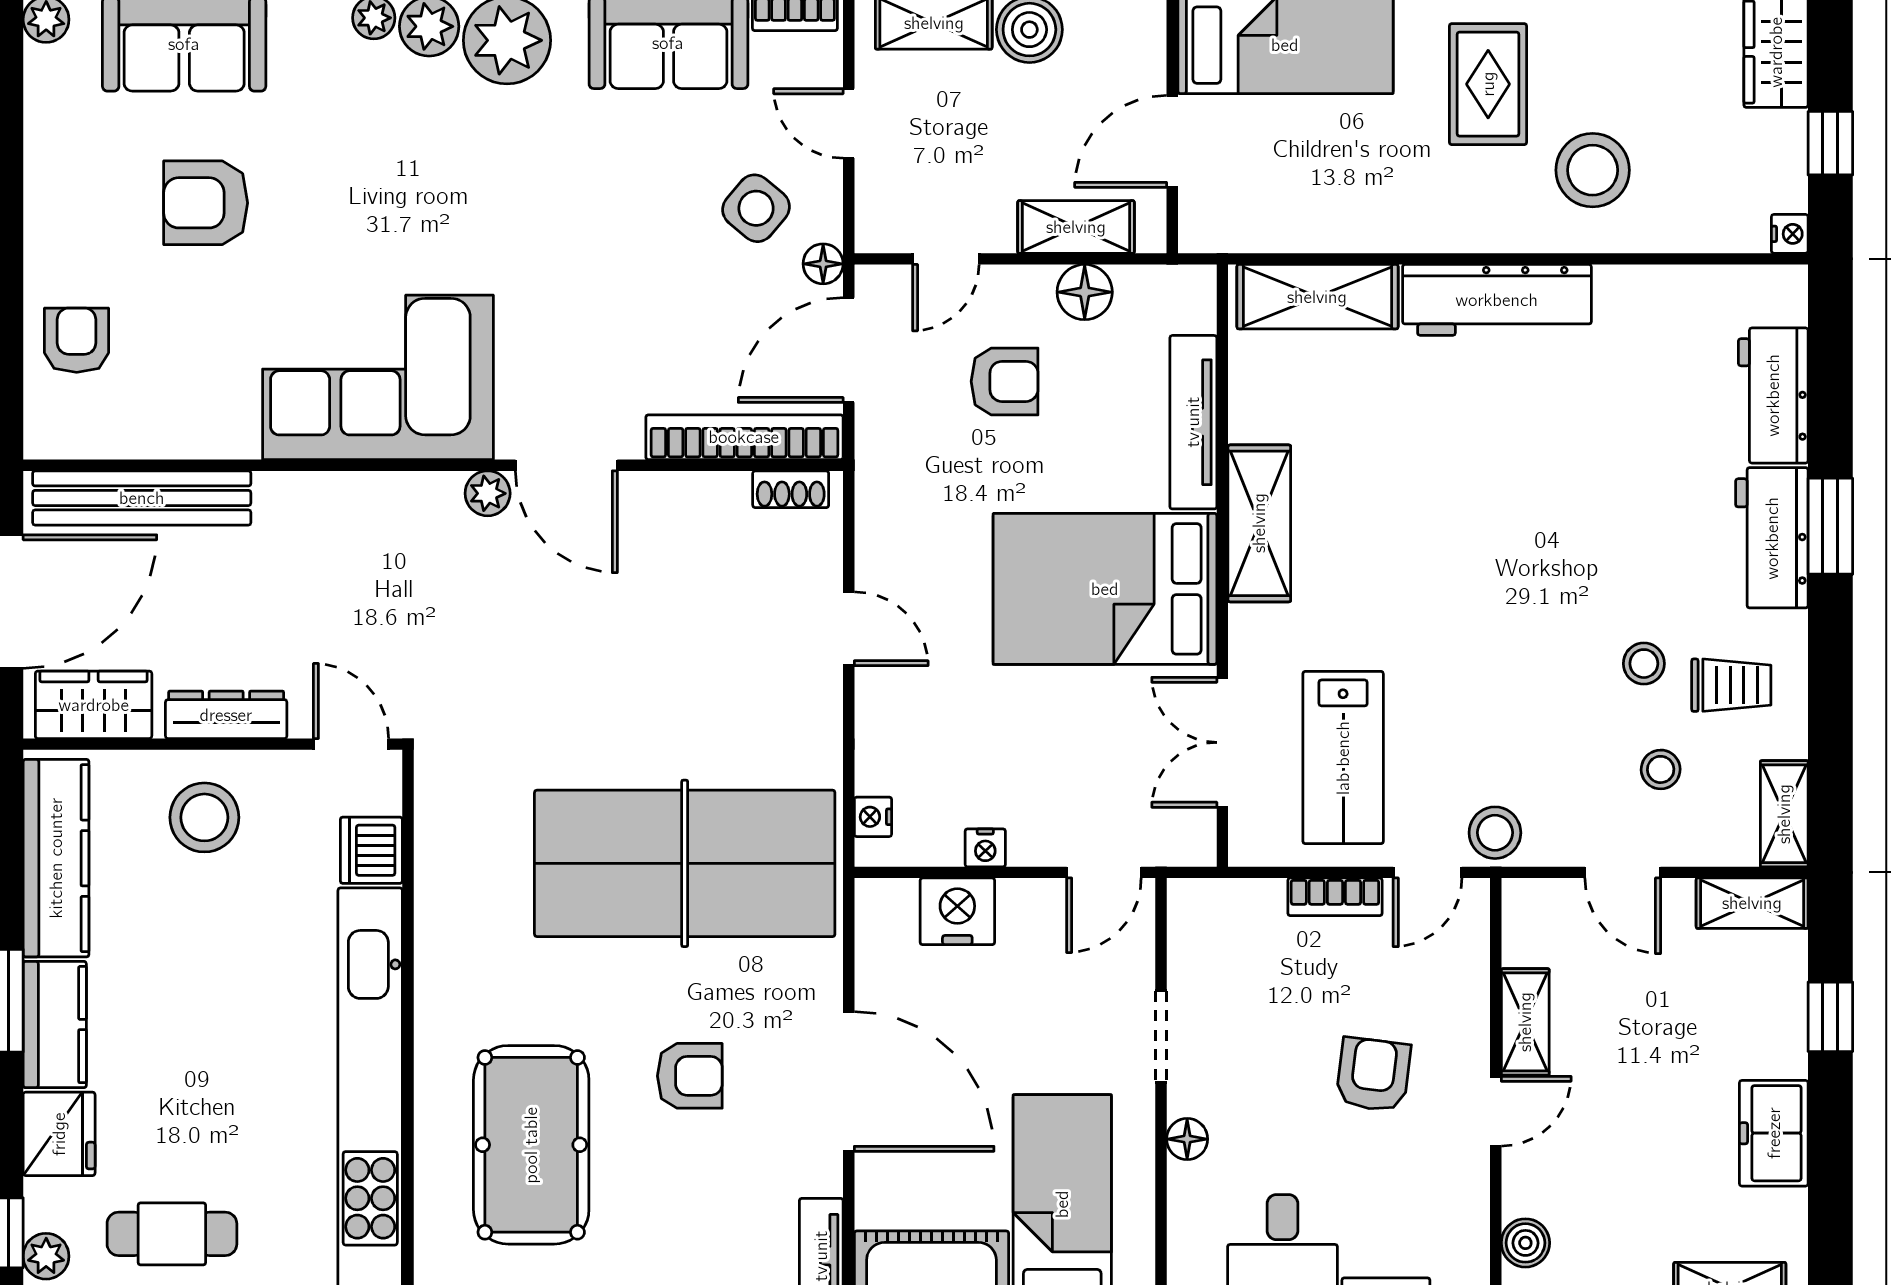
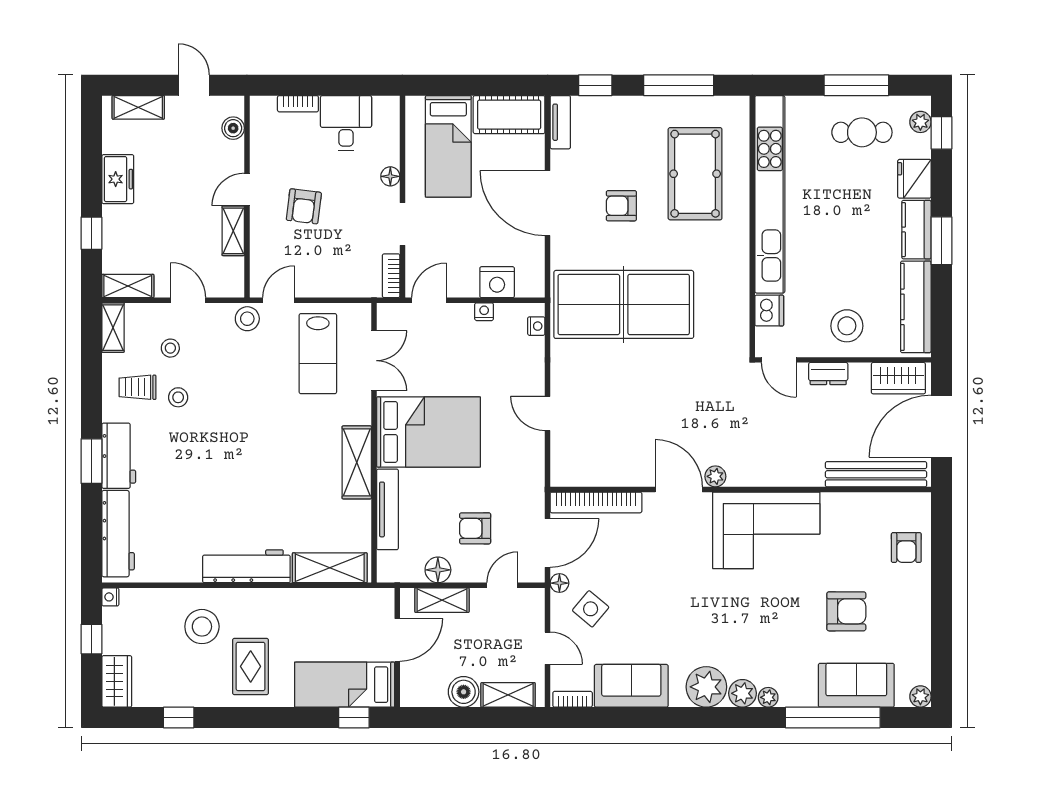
workbench: (1773, 395) -> (118, 534), width x1.38
shoe rack: (791, 489) -> (574, 478), removed
dresser: (226, 715) -> (828, 373), width x0.70
lab bench: (1343, 758) -> (318, 354), turned 180
bookcase: (1335, 897) -> (391, 276), moved, turned -90

